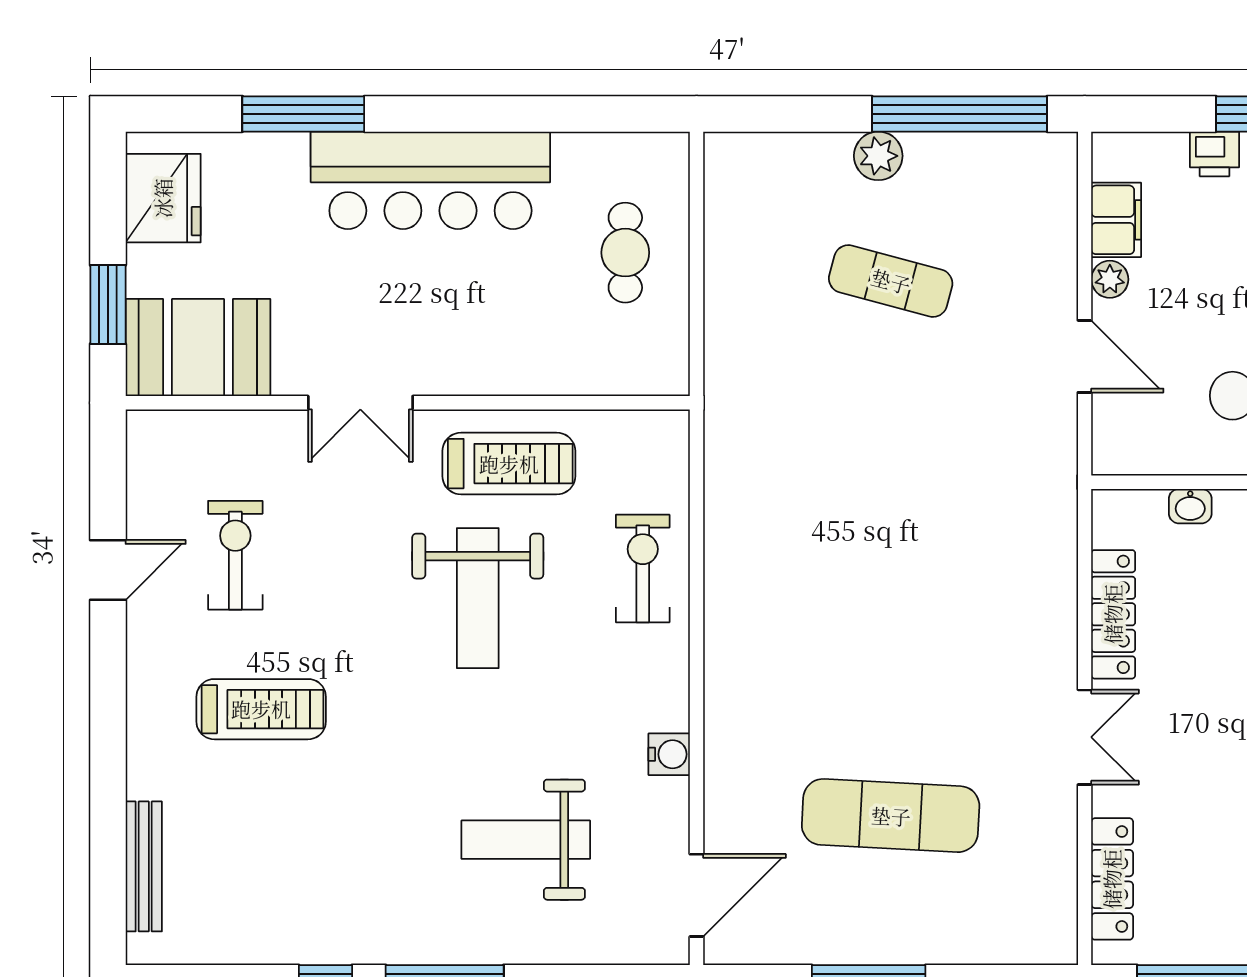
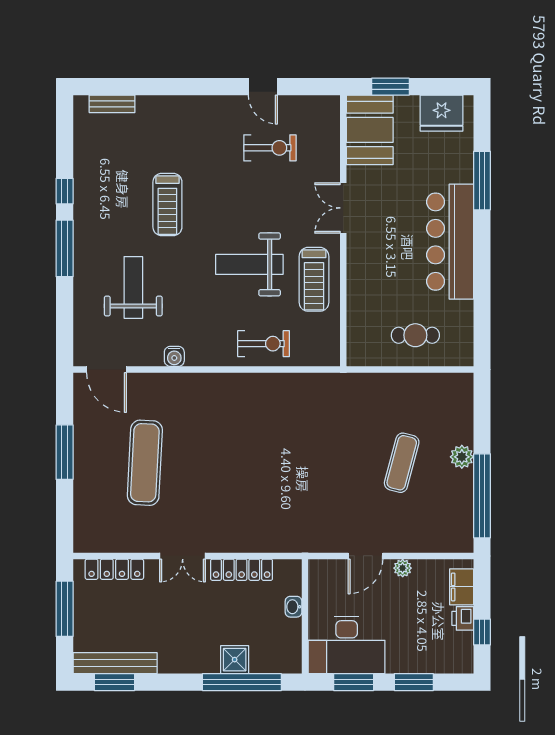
filing cabinet: (1116, 220) -> (462, 587), moved, turned 90
treadmill: (261, 709) -> (167, 205), moved
bench: (144, 866) -> (112, 104), width x0.73

